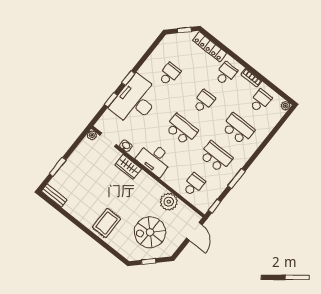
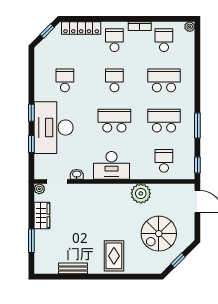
wardrobe: (128, 167) -> (42, 215), moved, turned -90
bench: (54, 196) -> (73, 268), moved
plant: (169, 202) -> (141, 193), moved

